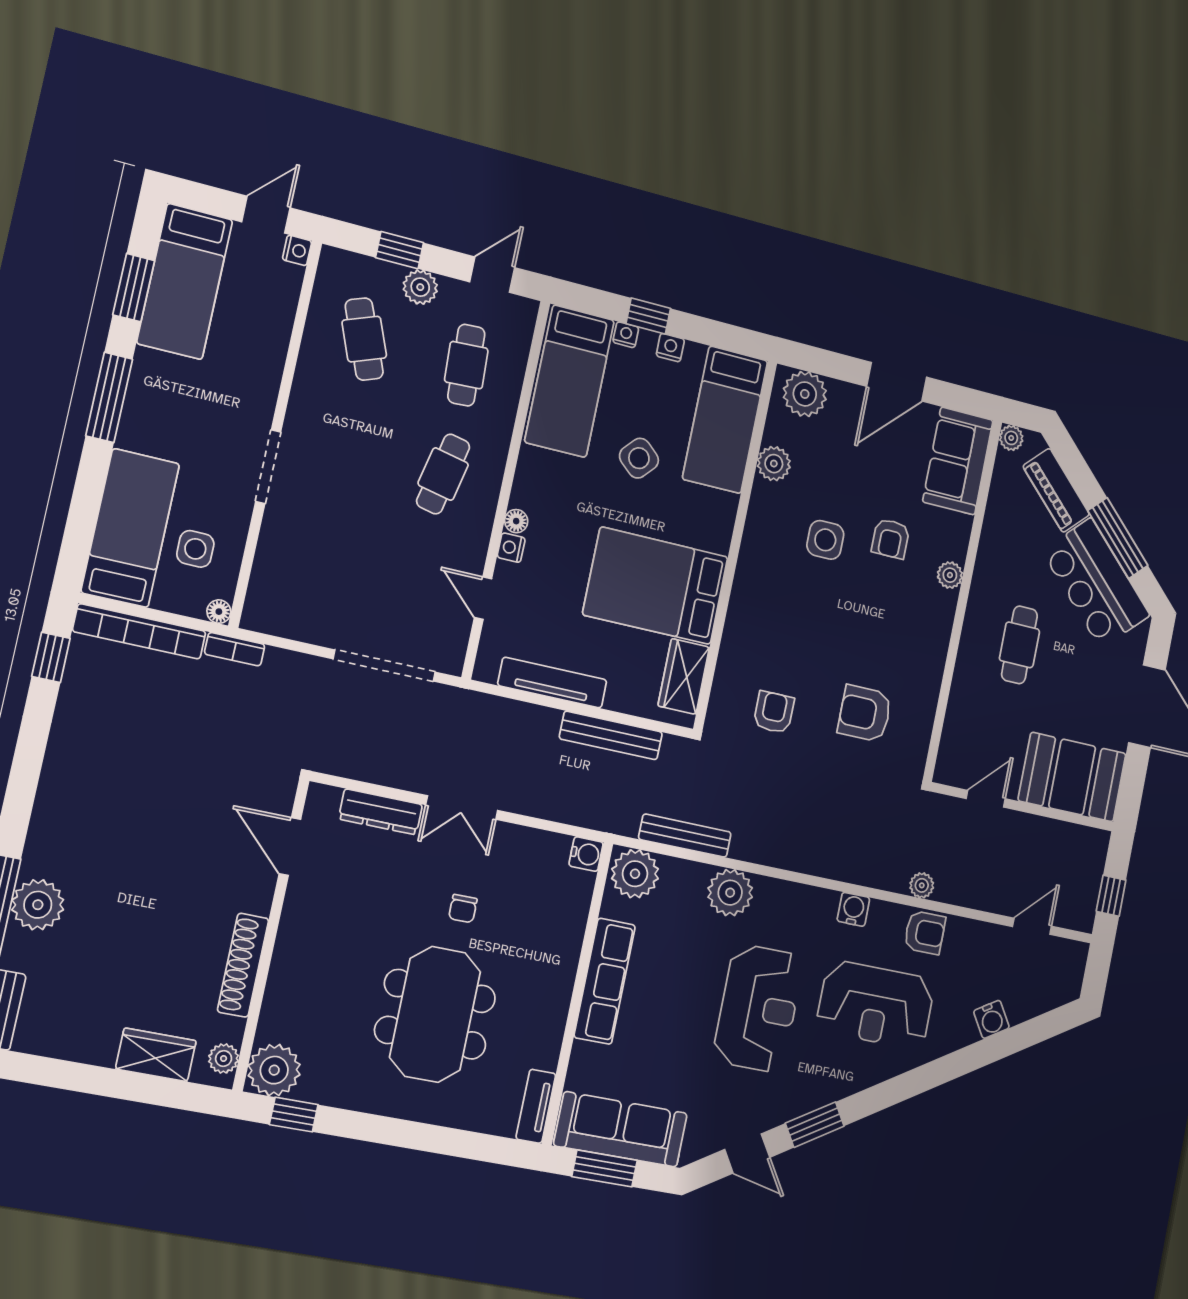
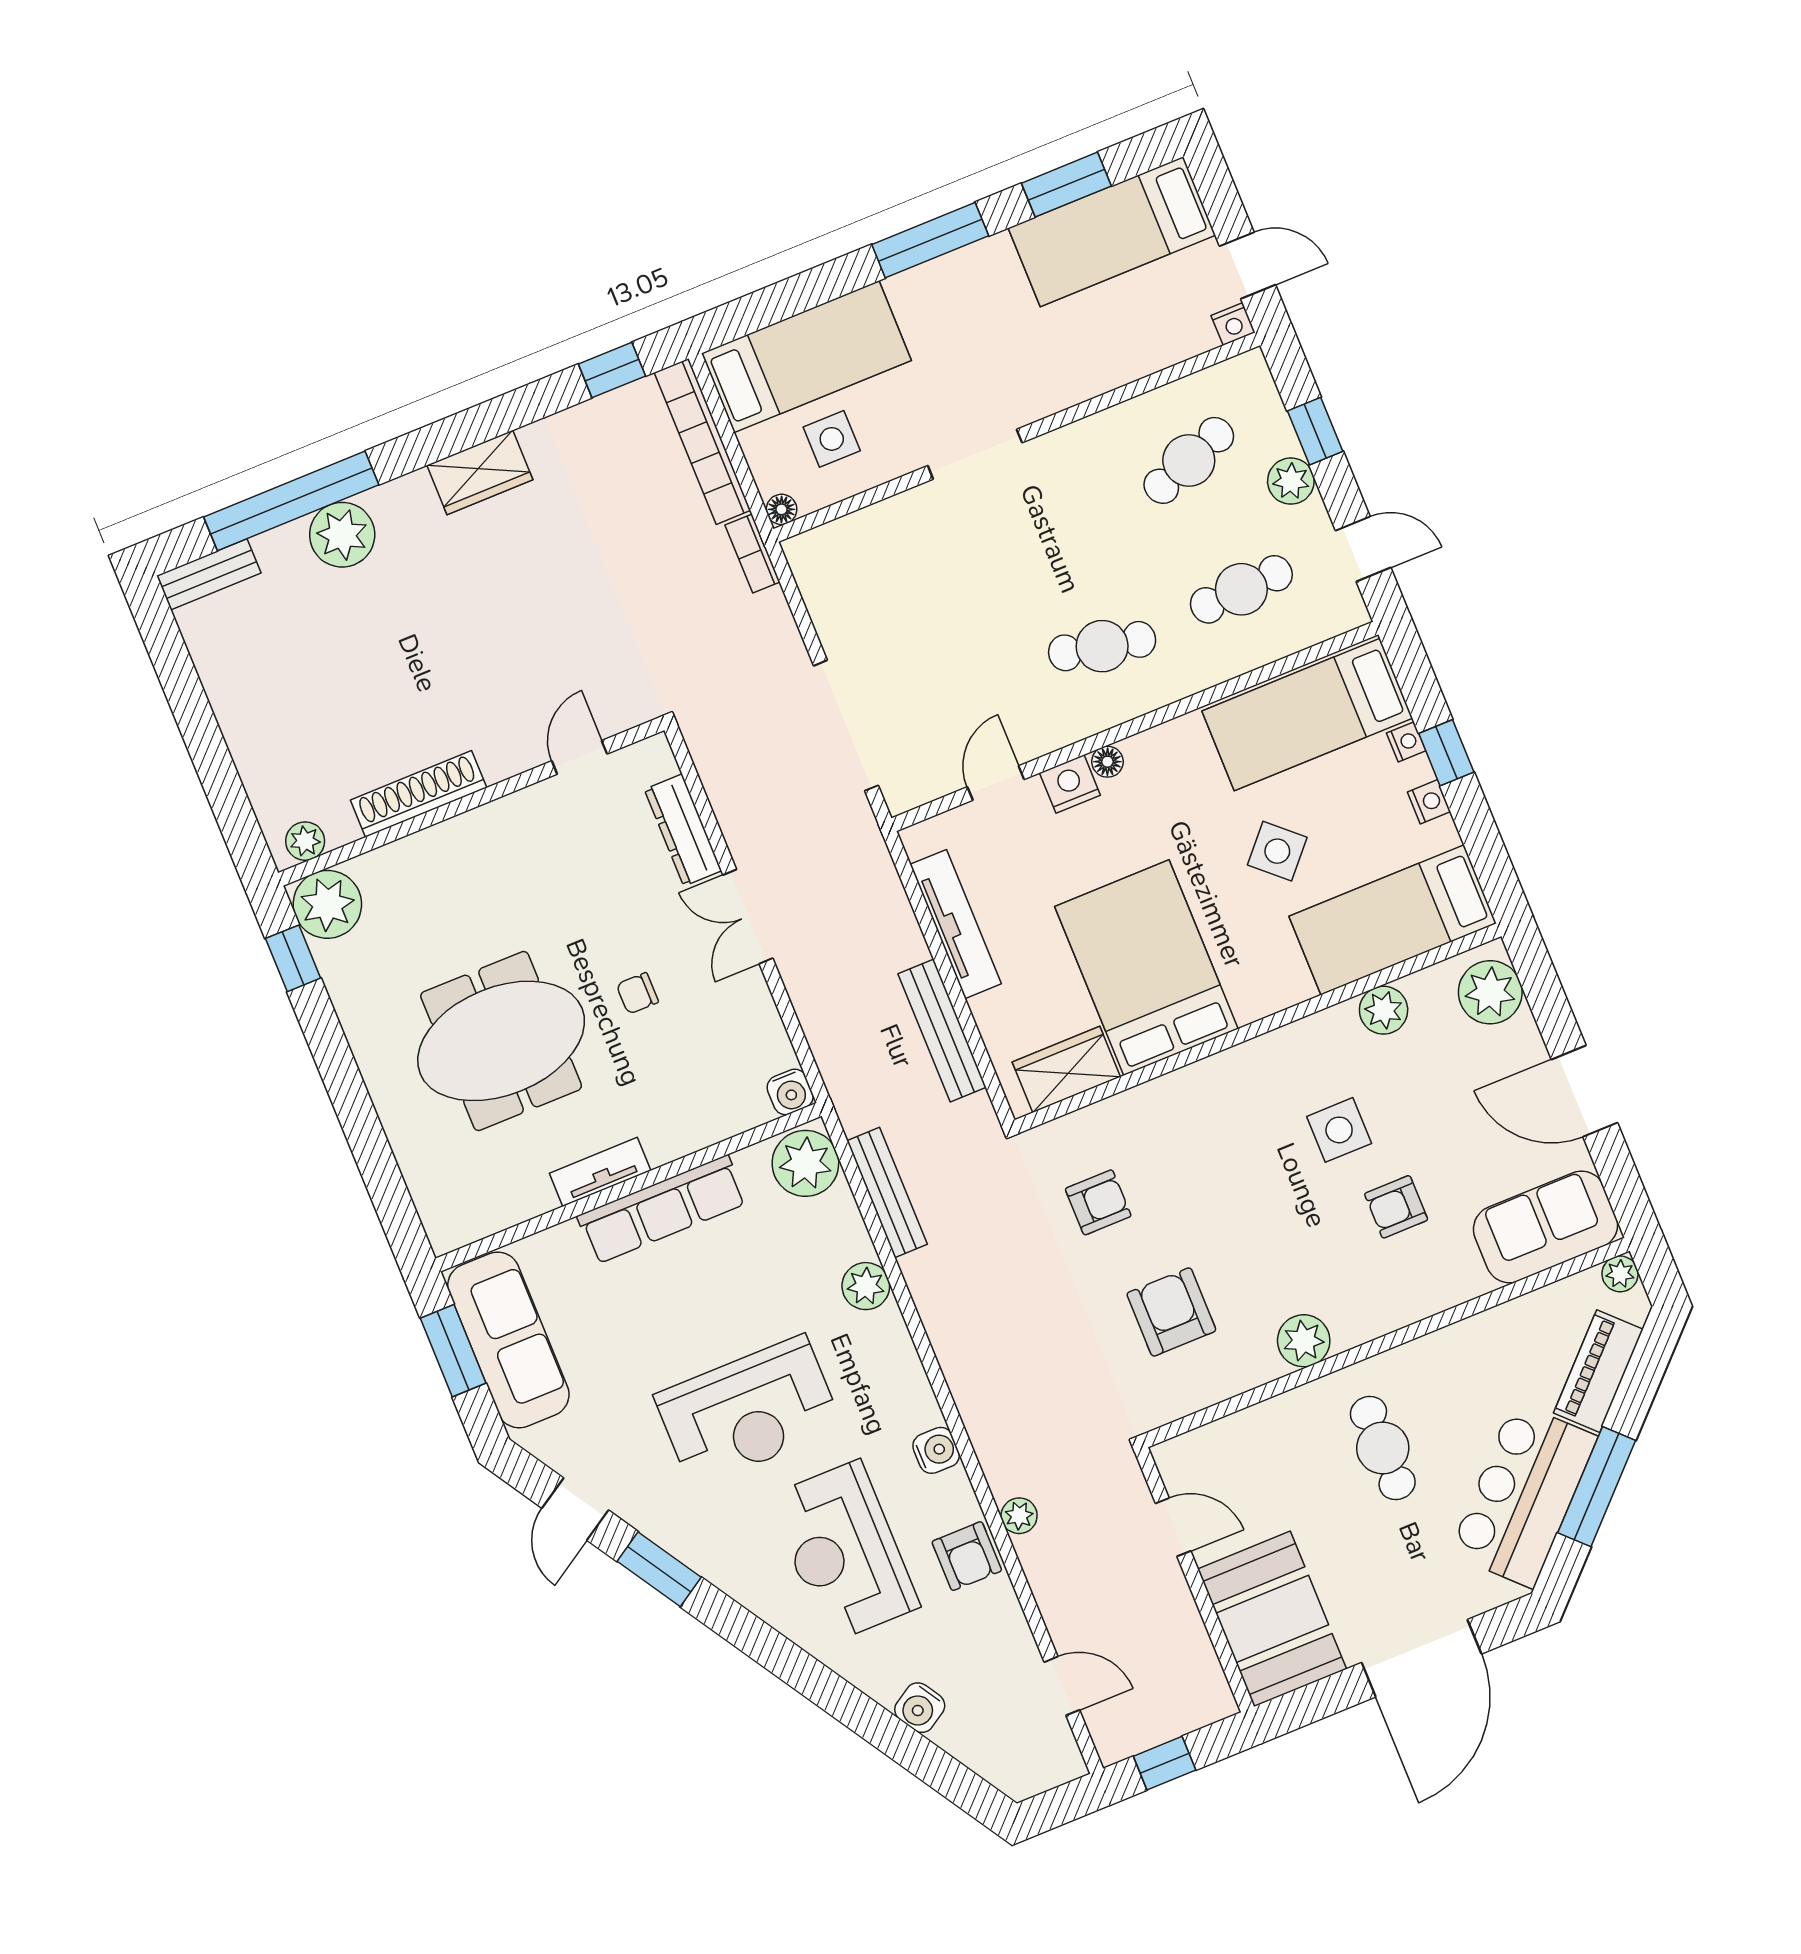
nightstand: (511, 548) -> (1070, 784), width x1.39, depth x1.35
plant: (950, 575) -> (1304, 1341), moved, width x1.38, depth x1.38
cafe table: (1019, 645) -> (1383, 1448), turned 90
door: (290, 847) -> (579, 757), width x0.73
plant: (730, 893) -> (866, 1286), width x0.73, depth x0.73
wardrobe: (156, 1055) -> (480, 472), moved, turned 90
tv unit: (536, 1106) -> (600, 1172), moved

